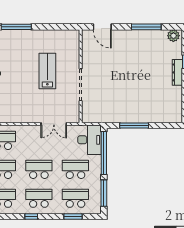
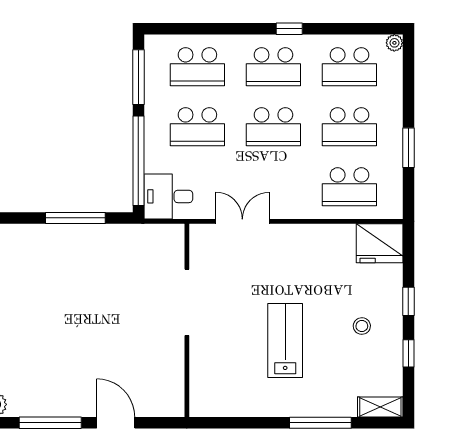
door: (102, 27) -> (116, 423), moved
lab bench: (47, 71) -> (285, 340), moved, turned 180
desk: (89, 140) -> (168, 196), width x0.73
window: (73, 216) -> (202, 29), removed

